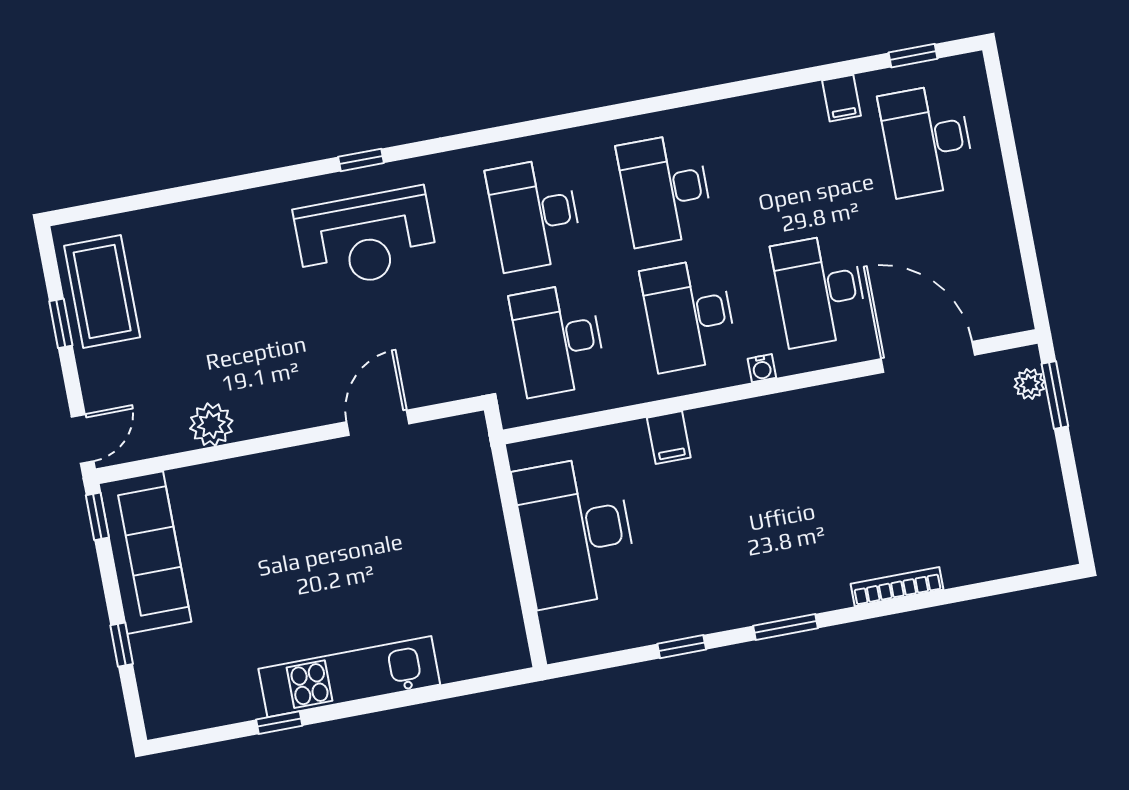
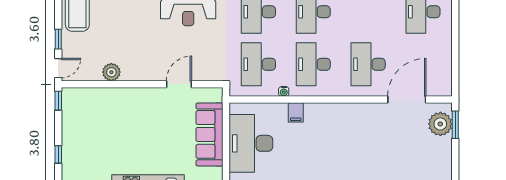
window: (61, 323) -> (58, 39), moved
door: (928, 357) -> (407, 100), hinge flipped
water cooler: (762, 368) -> (284, 91), moved
plant: (1030, 384) -> (440, 124), width x1.87, depth x1.87
sofa: (145, 553) -> (209, 134), moved, turned 180

